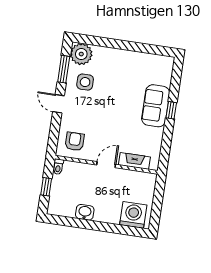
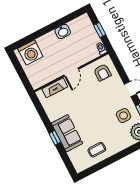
coffee table: (137, 67) -> (97, 150), added

